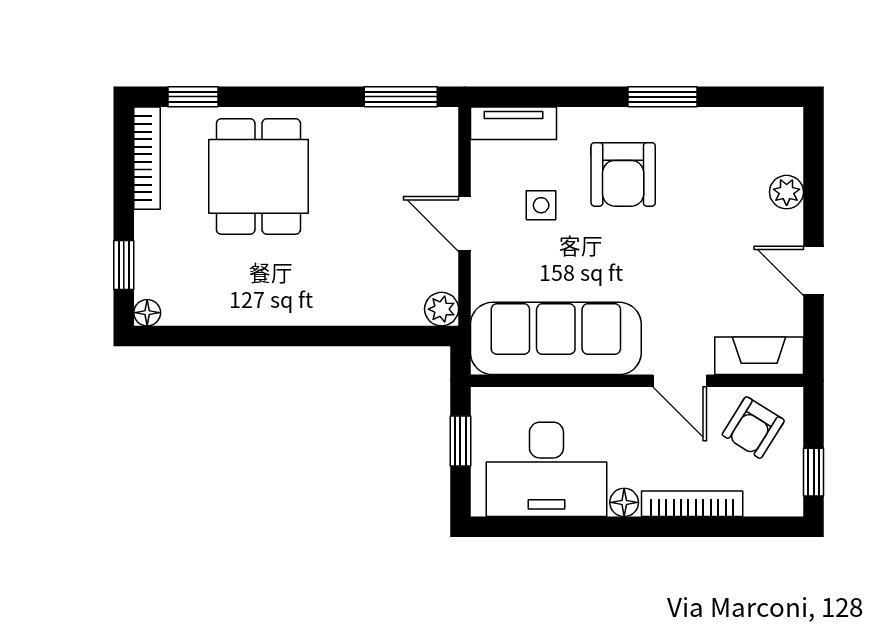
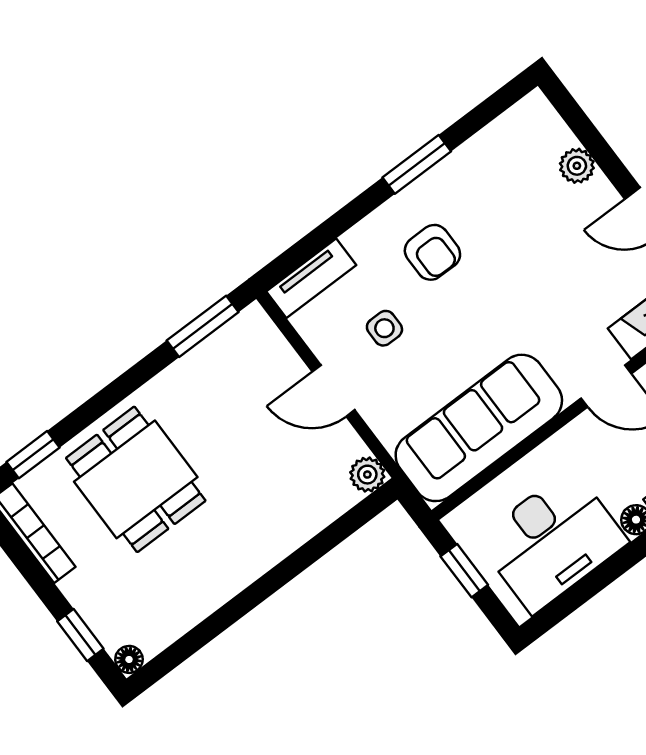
armchair: (623, 174) -> (432, 252), width x0.72, depth x0.72

